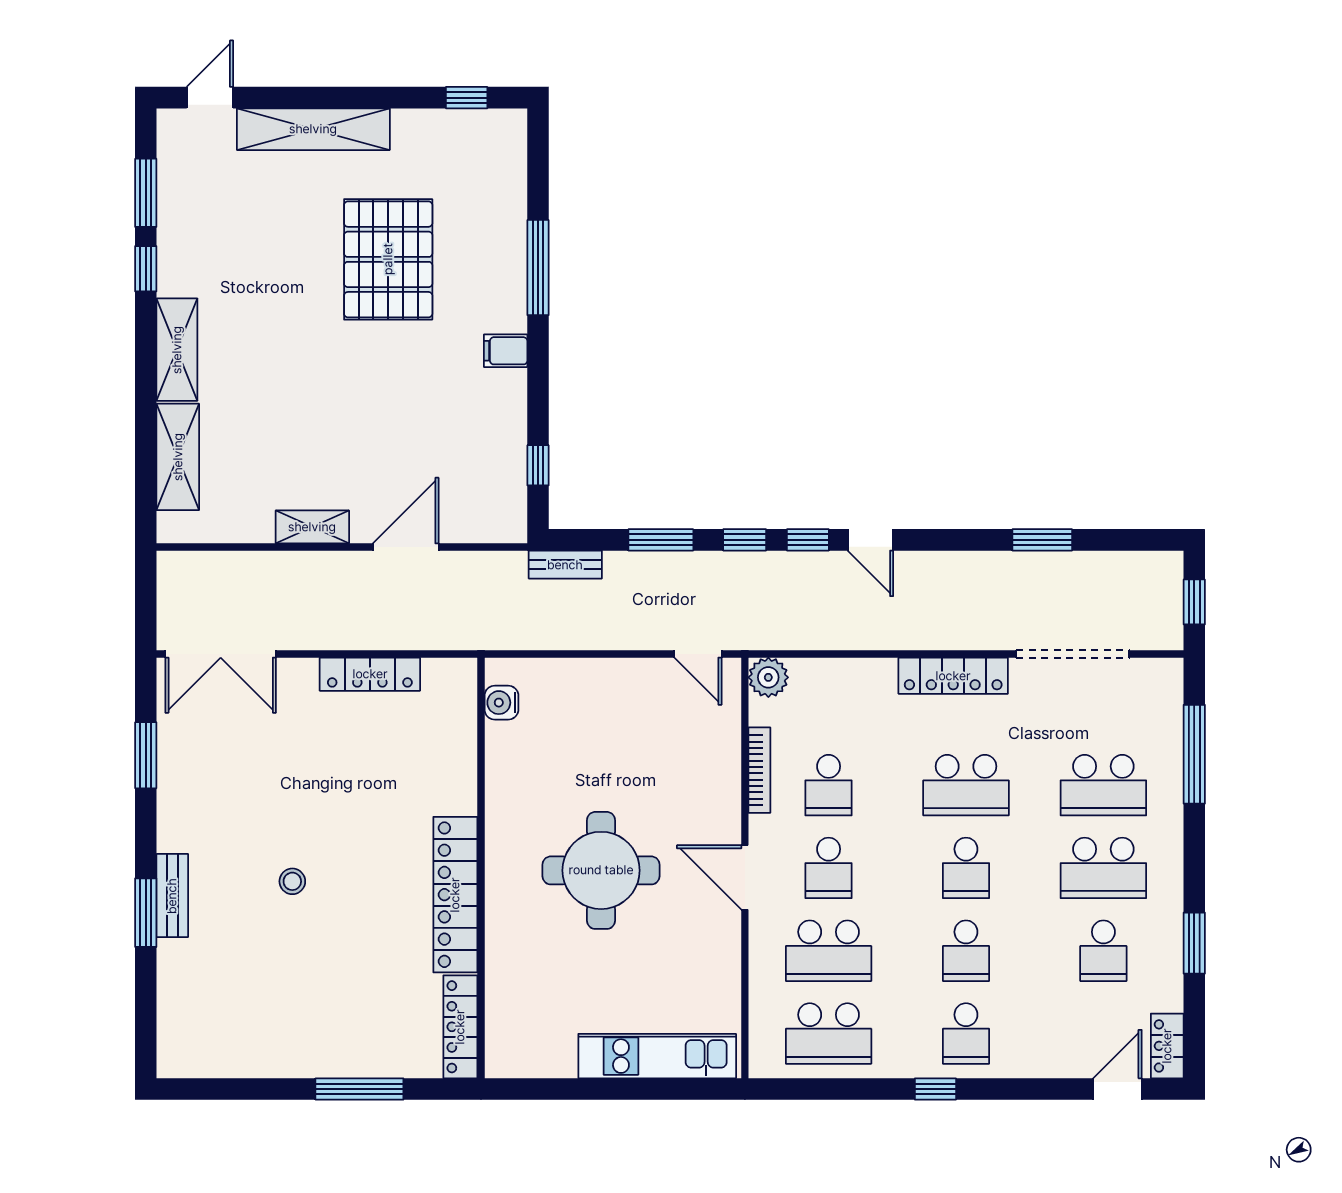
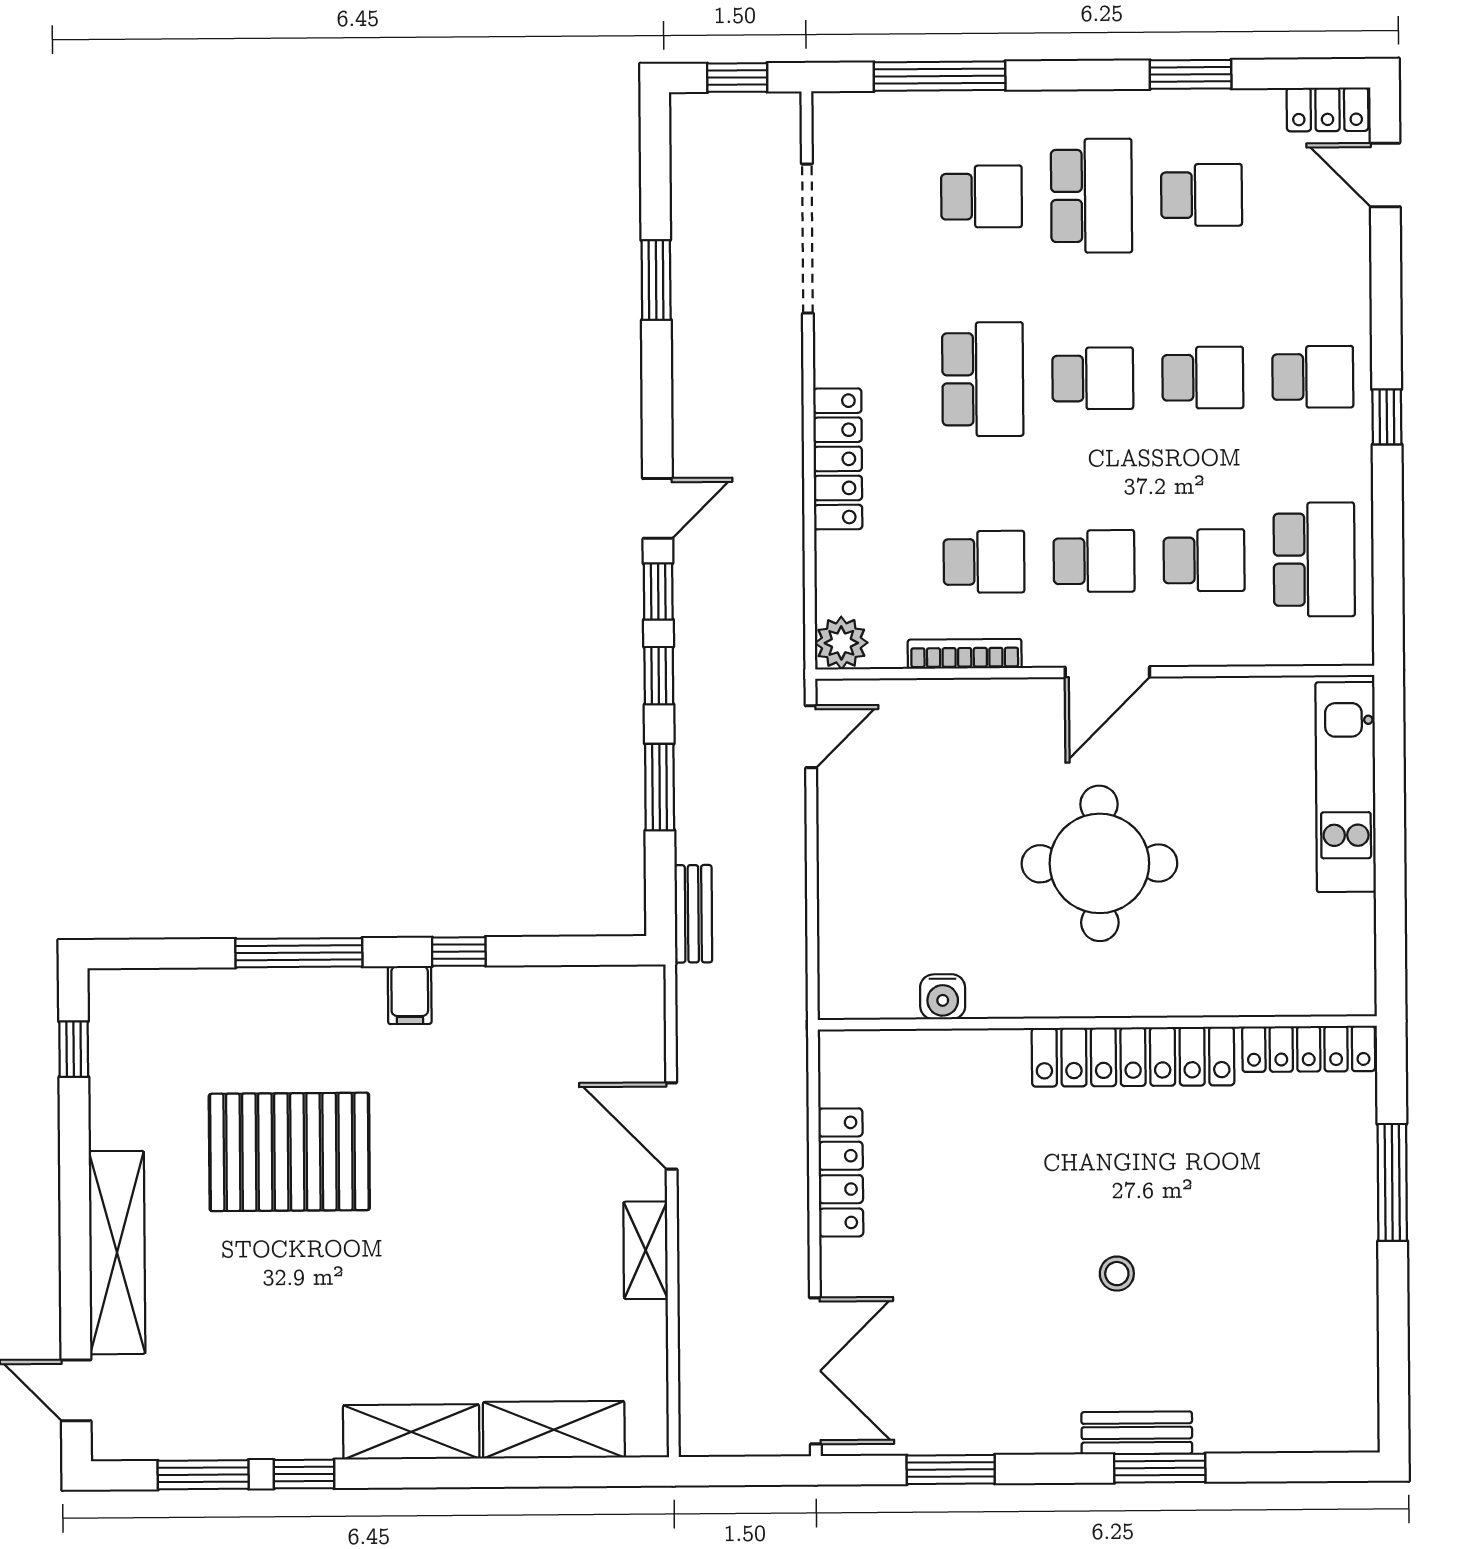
window: (538, 465) -> (459, 952), moved
locker: (953, 676) -> (838, 459), moved
water cooler: (501, 703) -> (943, 997), moved
school desk: (1103, 785) -> (981, 197), width x0.54
school desk: (829, 951) -> (1204, 560), width x0.54

